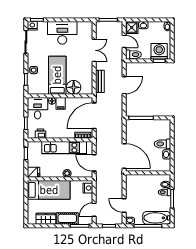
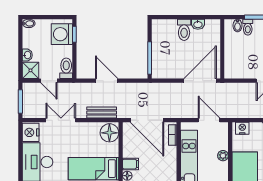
nightstand: (85, 28) -> (31, 132), added
door: (124, 41) -> (49, 81), swing flipped
floor lamp: (74, 87) -> (109, 133), moved
door: (94, 163) -> (209, 120), swing flipped

